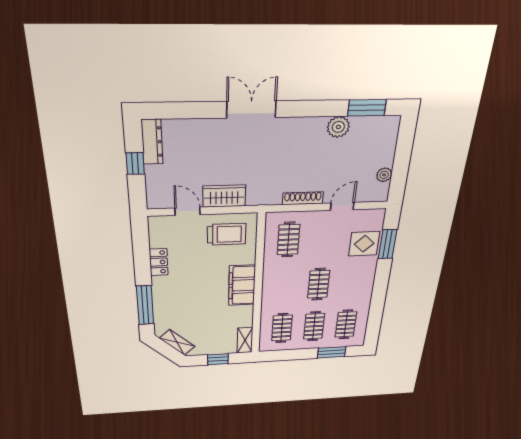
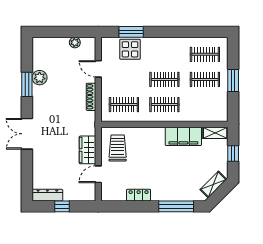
window: (367, 108) -> (27, 84), moved
filing cabinet: (242, 285) -> (183, 136), moved
clothes rail: (282, 328) -> (164, 105), moved
window: (332, 352) -> (233, 80), moved

